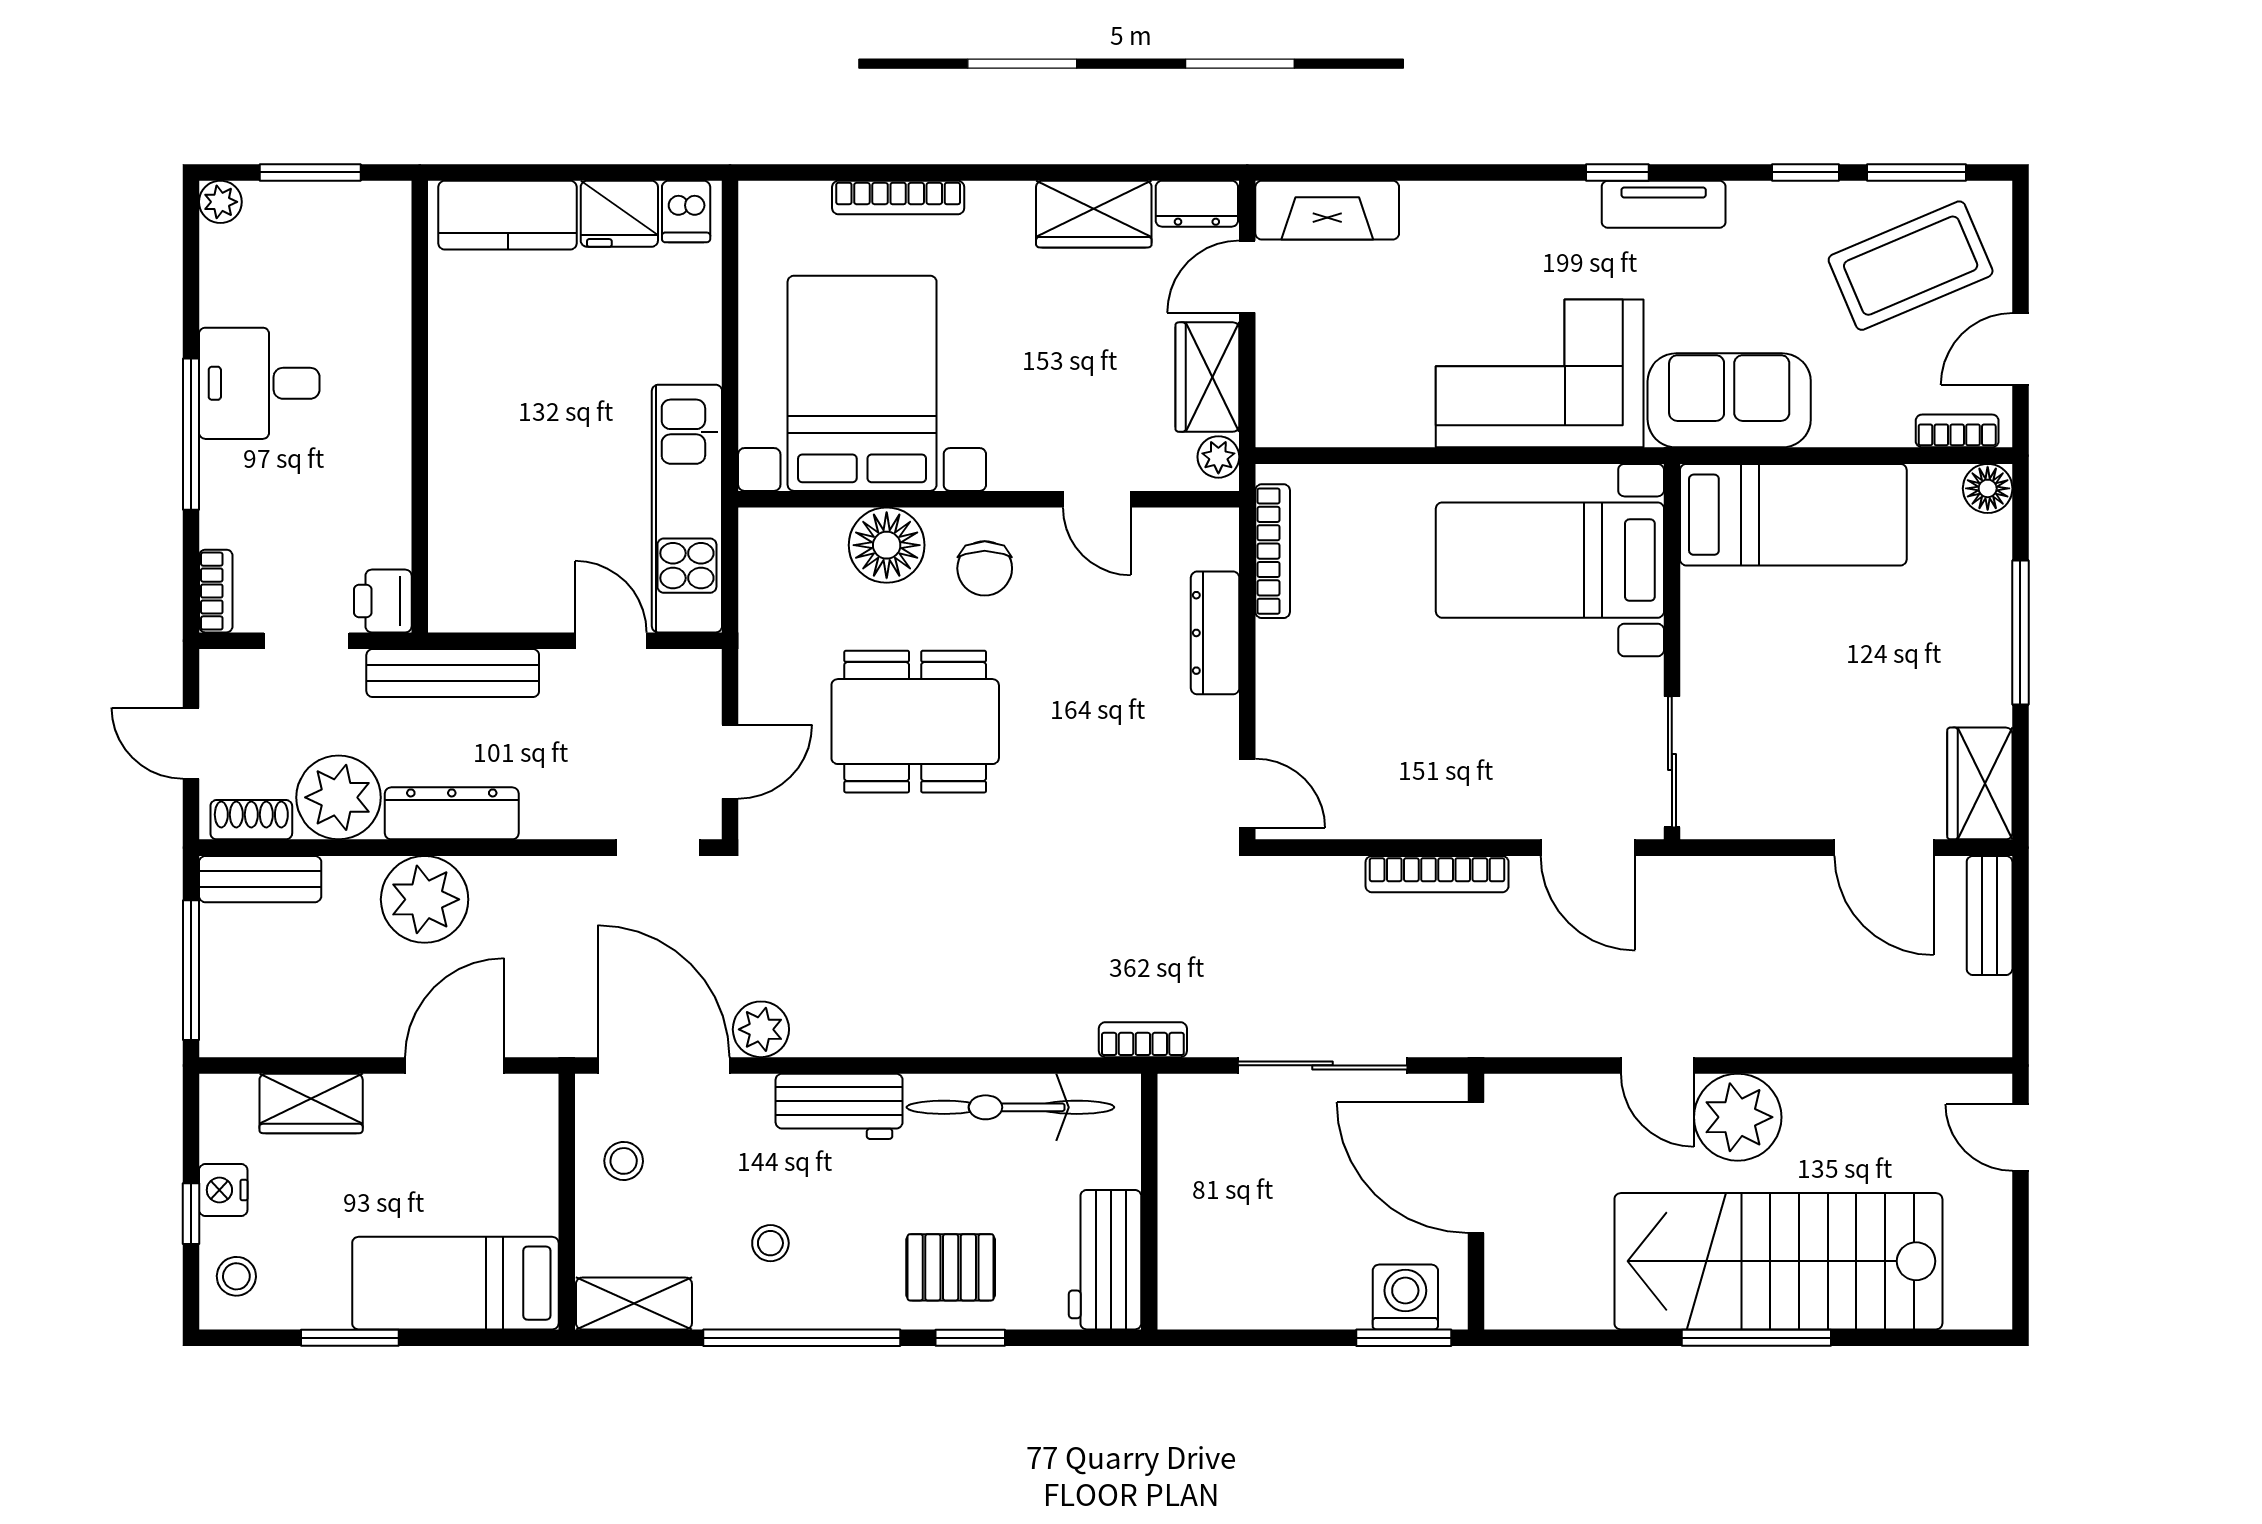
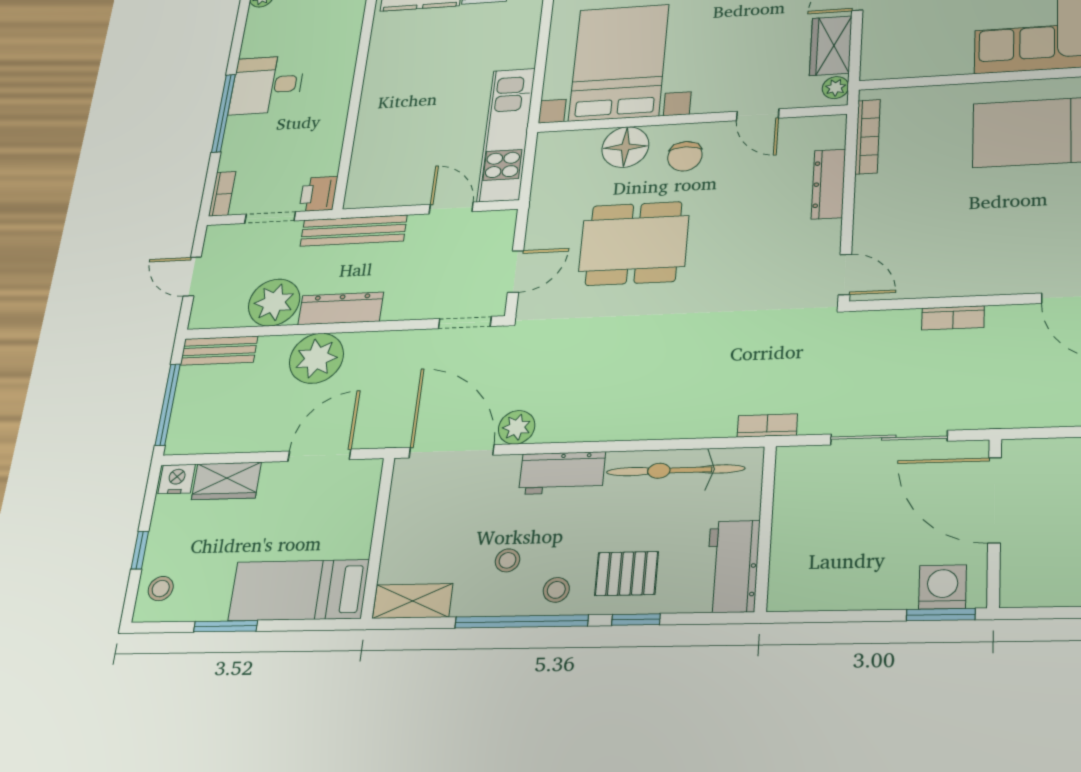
shoe rack: (251, 820) -> (220, 317), removed
bookcase: (1437, 874) -> (953, 318), width x0.64
stool: (624, 1161) -> (556, 590), moved
nightstand: (223, 1190) -> (177, 479), moved, turned 90

